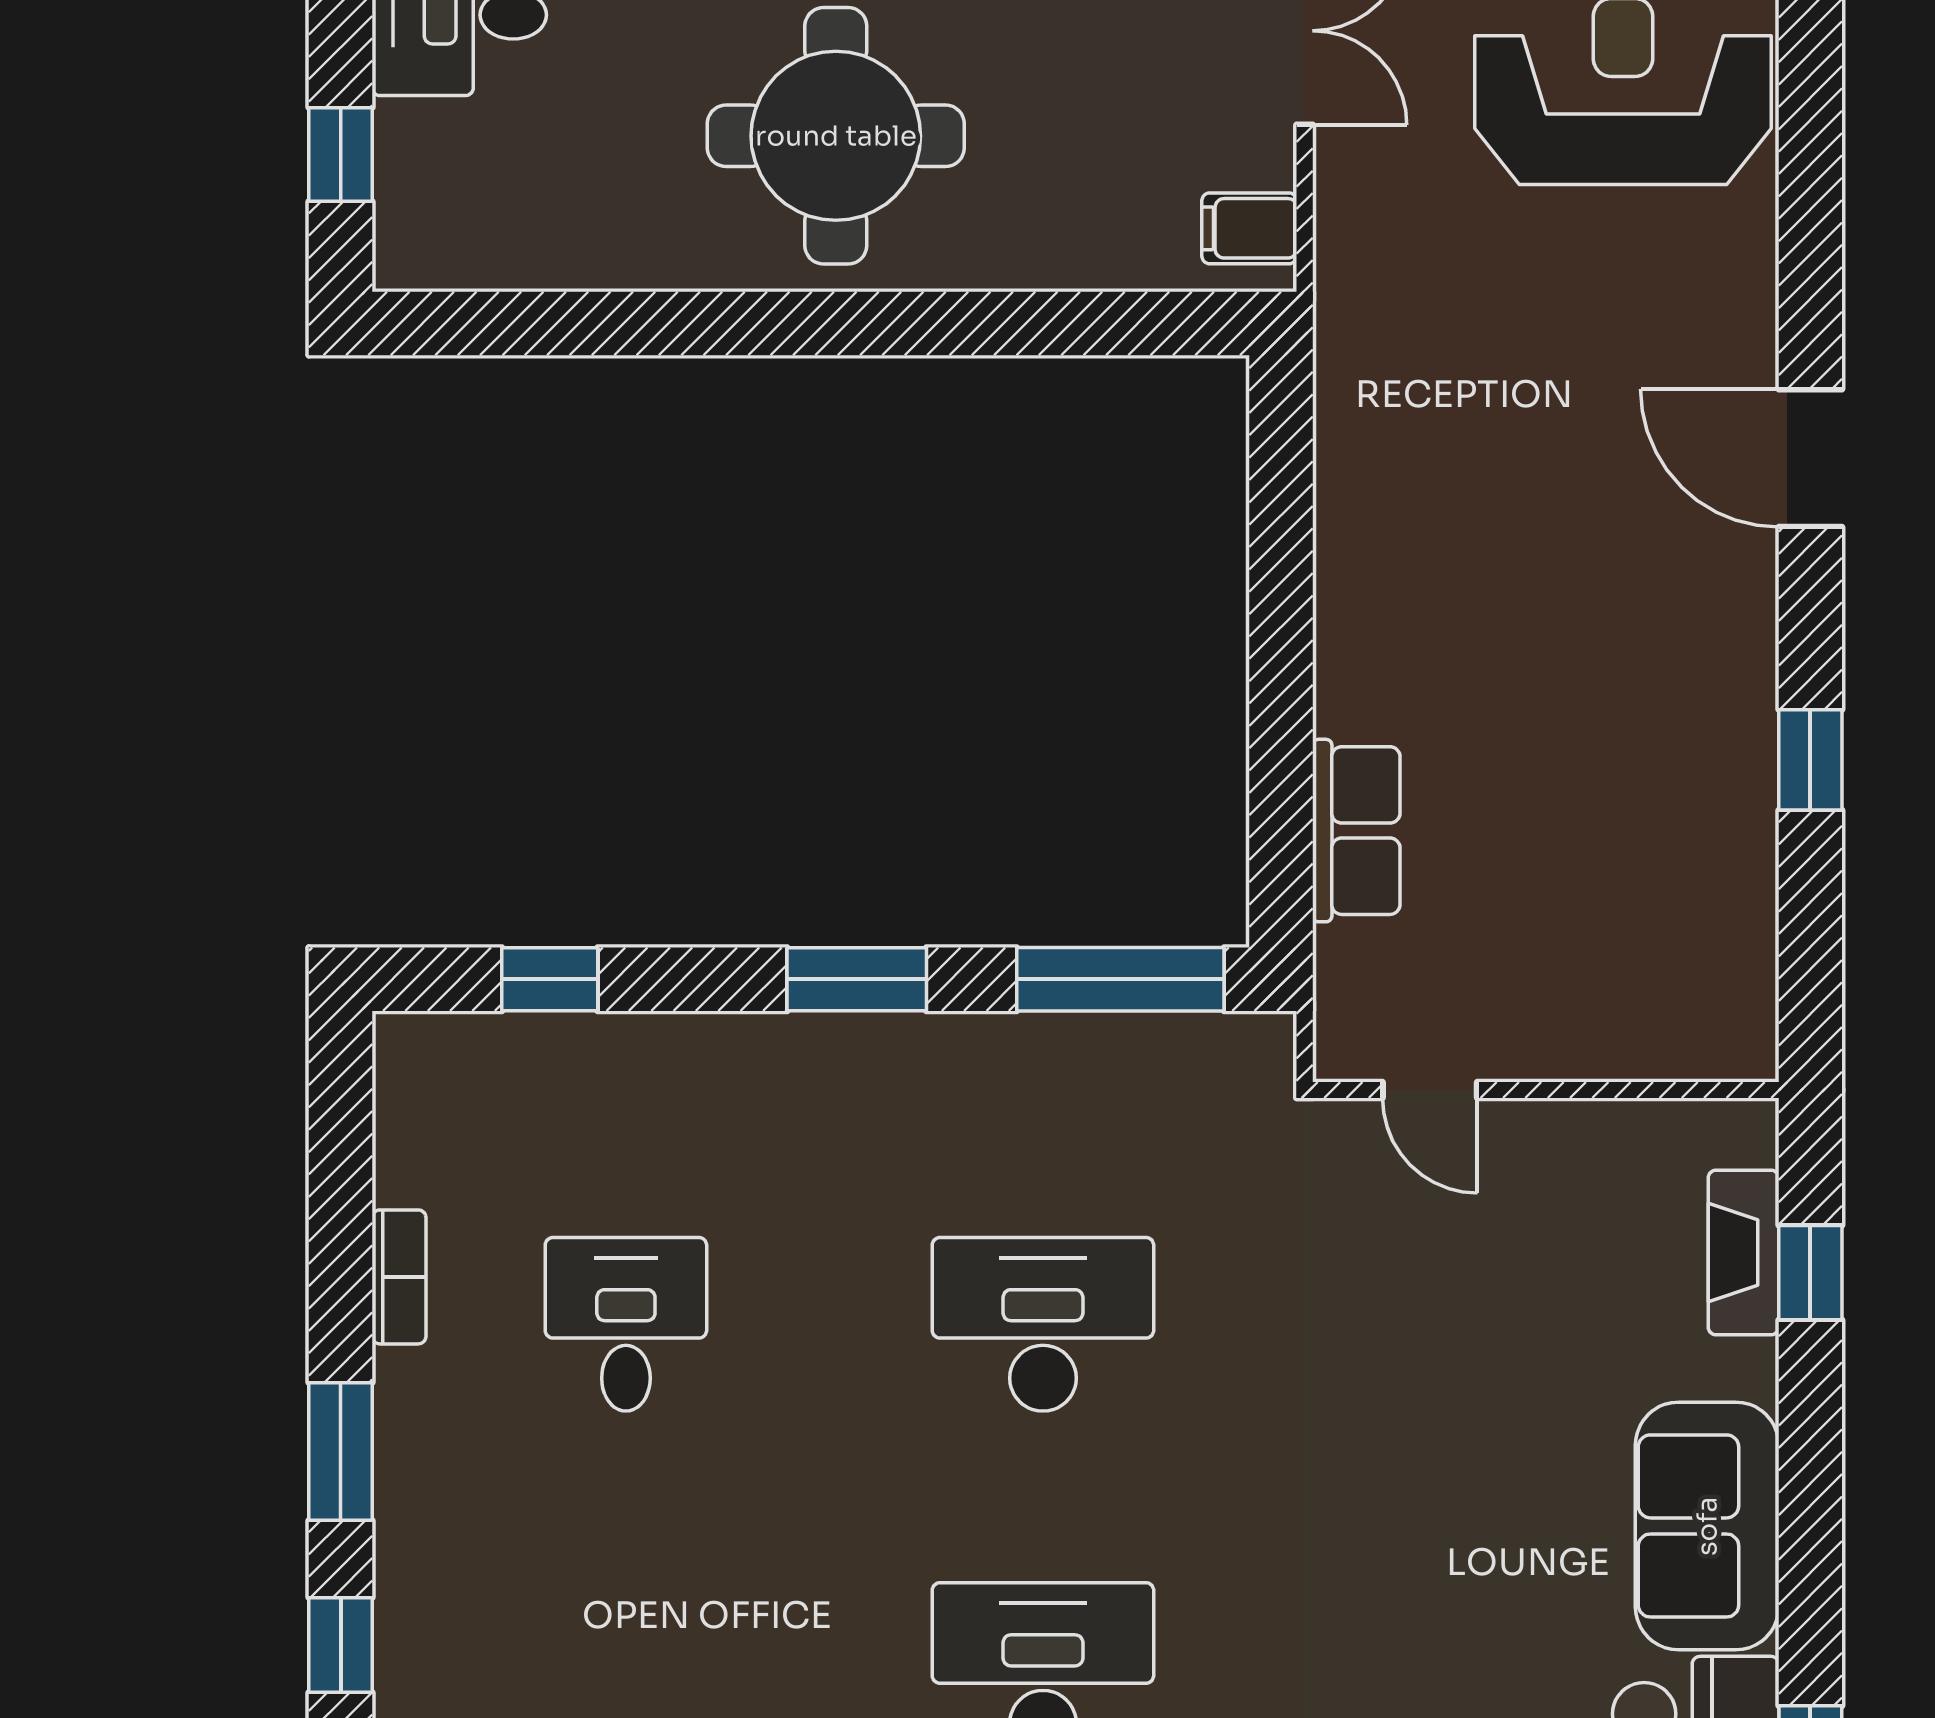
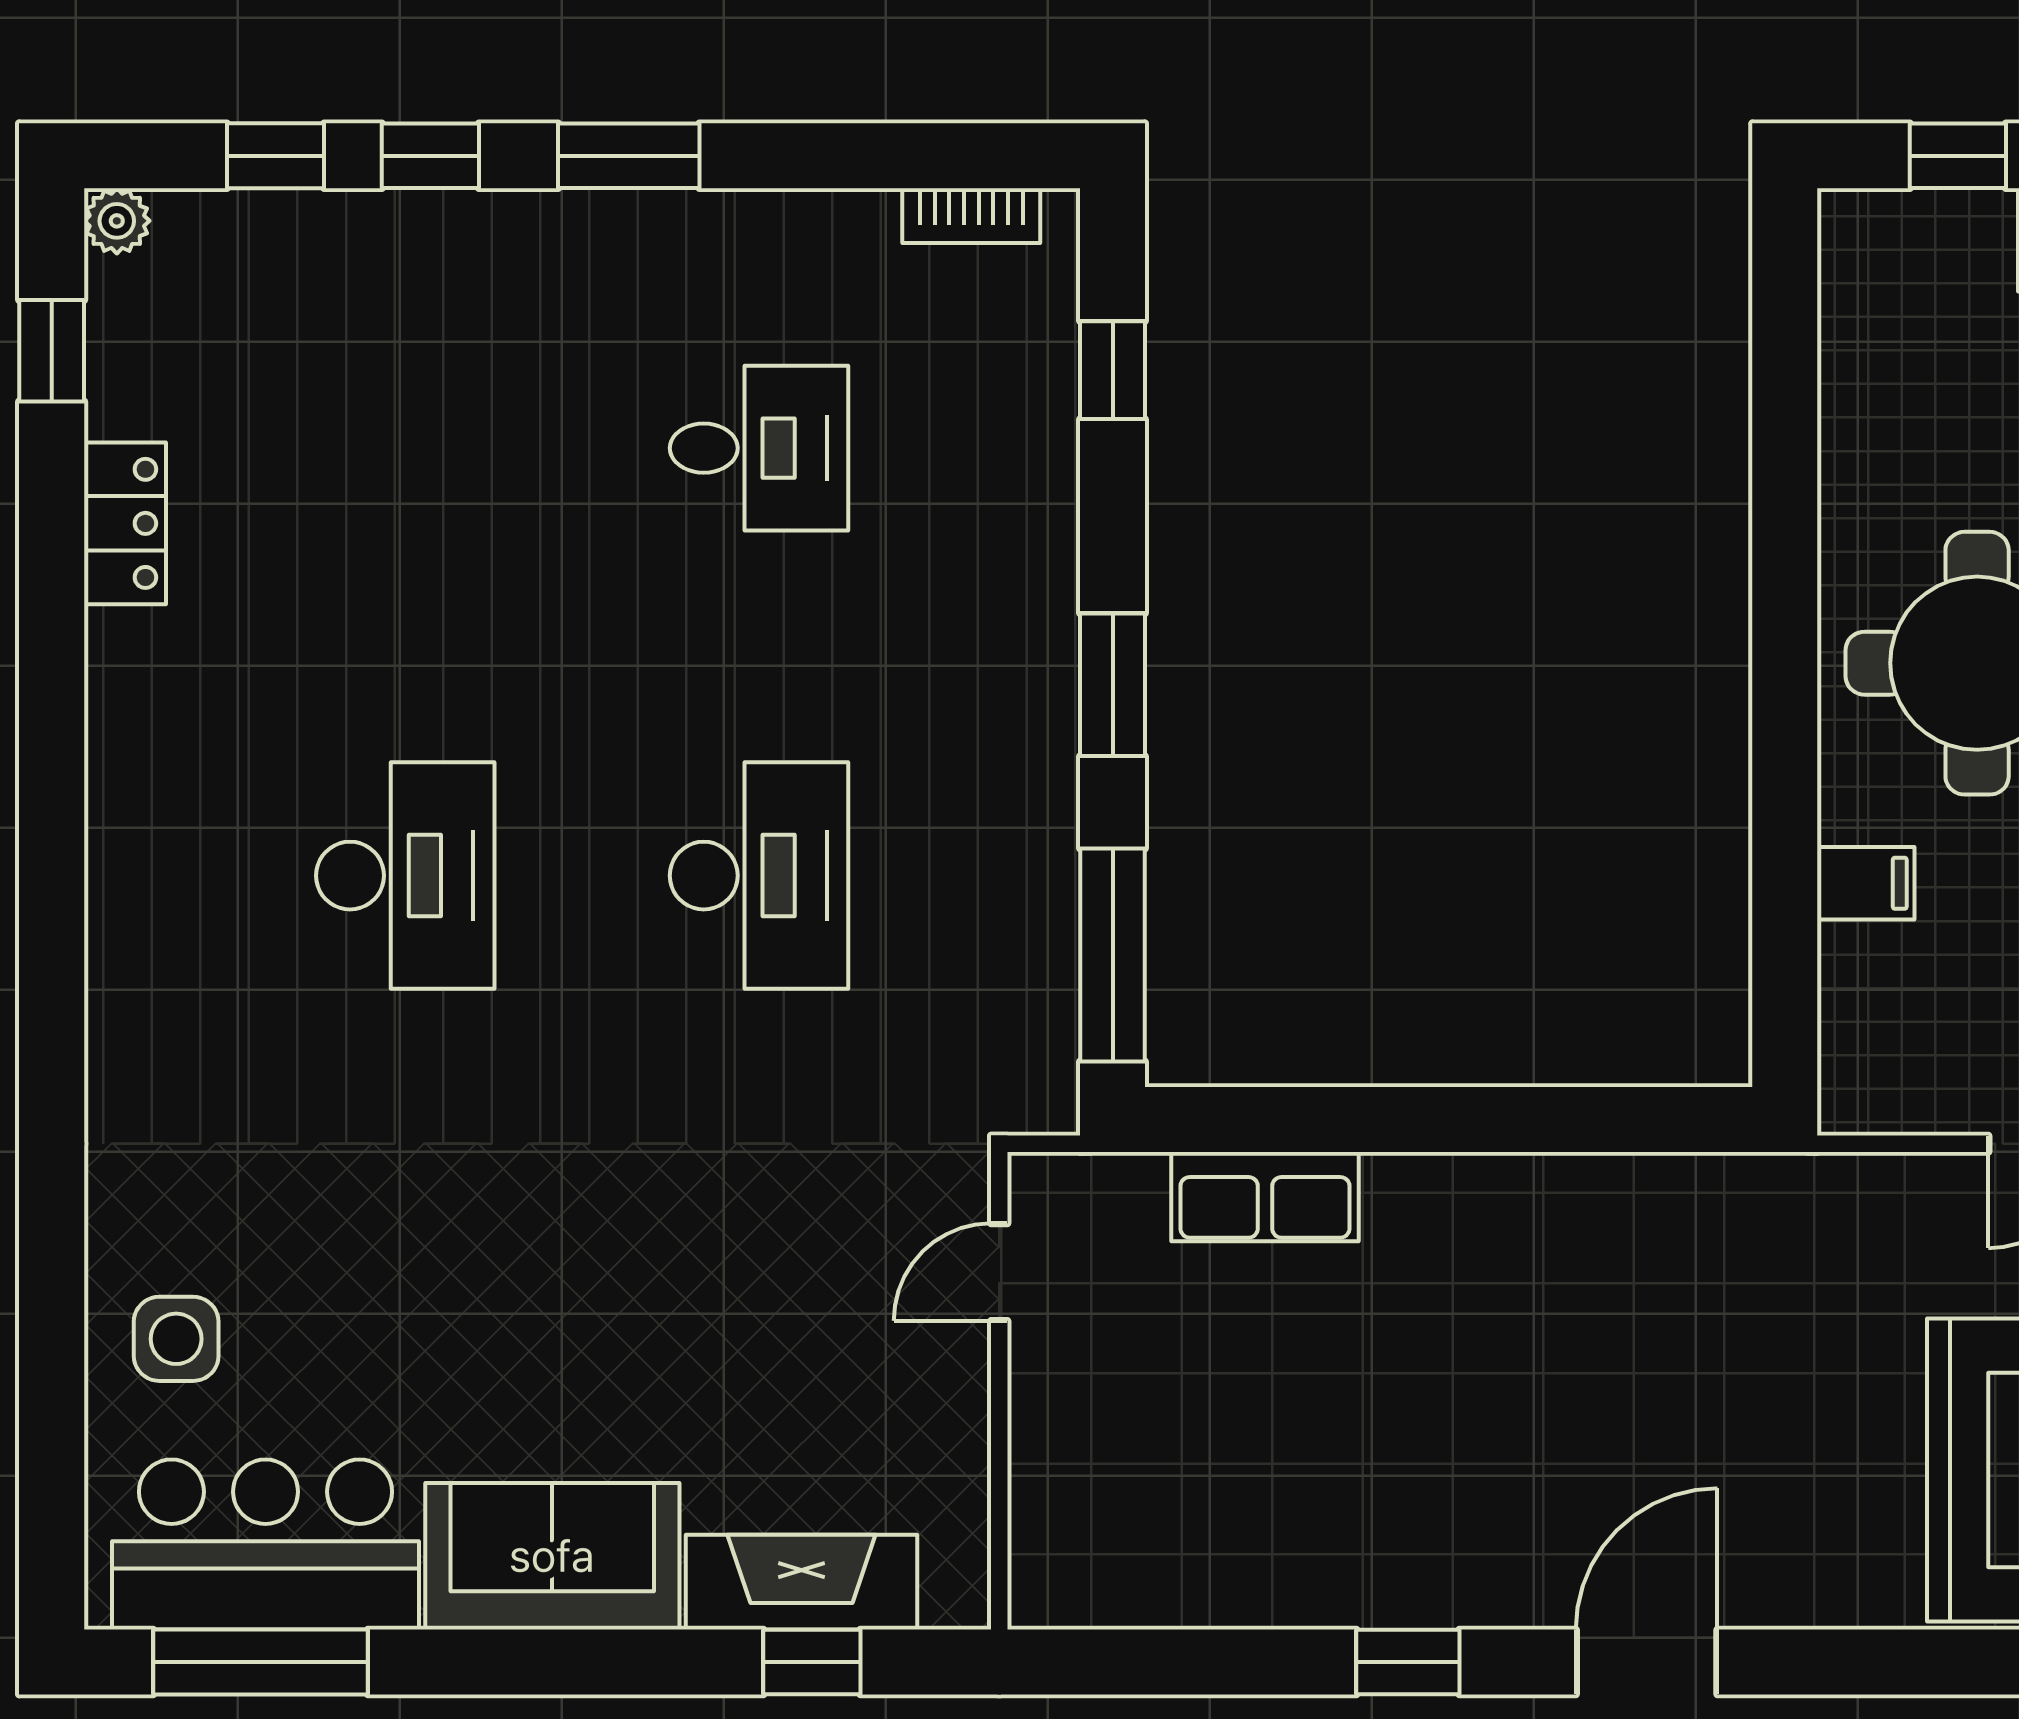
filing cabinet: (1249, 228) -> (1866, 883), moved, turned 90
window: (1810, 760) -> (1408, 1662), moved
fireplace: (1744, 1252) -> (801, 1582), width x1.37, depth x1.32
bookcase: (399, 1277) -> (971, 216), moved

